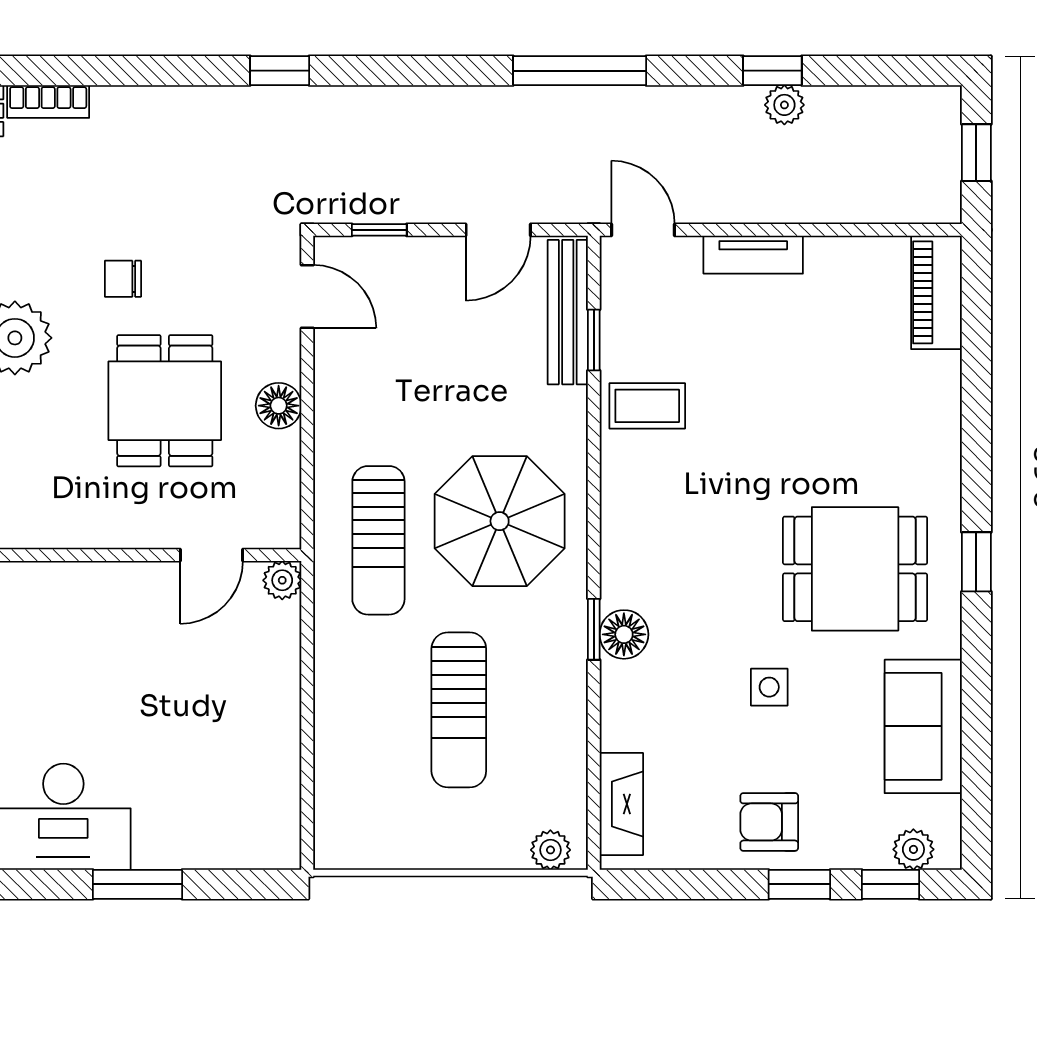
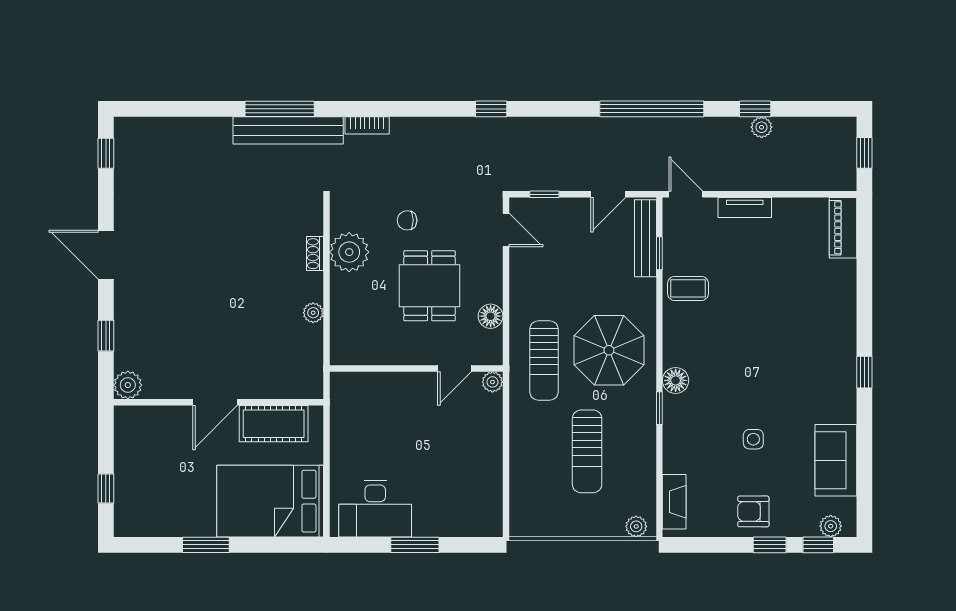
window: (580, 71) -> (652, 109), width x1.46
floor lamp: (279, 406) -> (491, 316), moved
dining table: (855, 569) -> (799, 376), removed
floor lamp: (624, 634) -> (676, 380), moved

